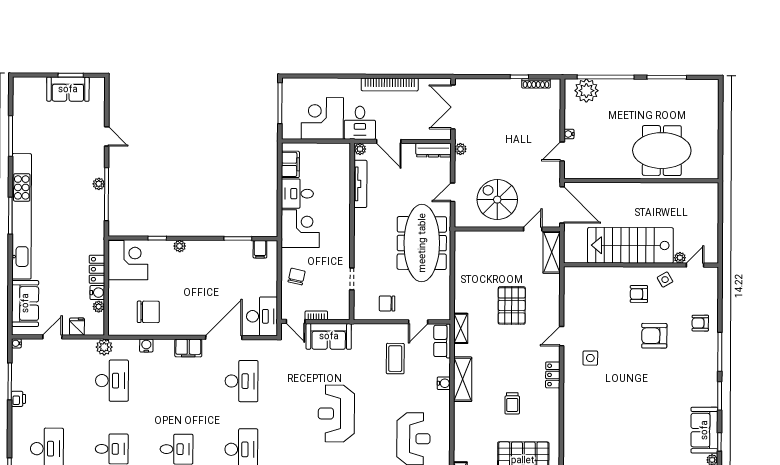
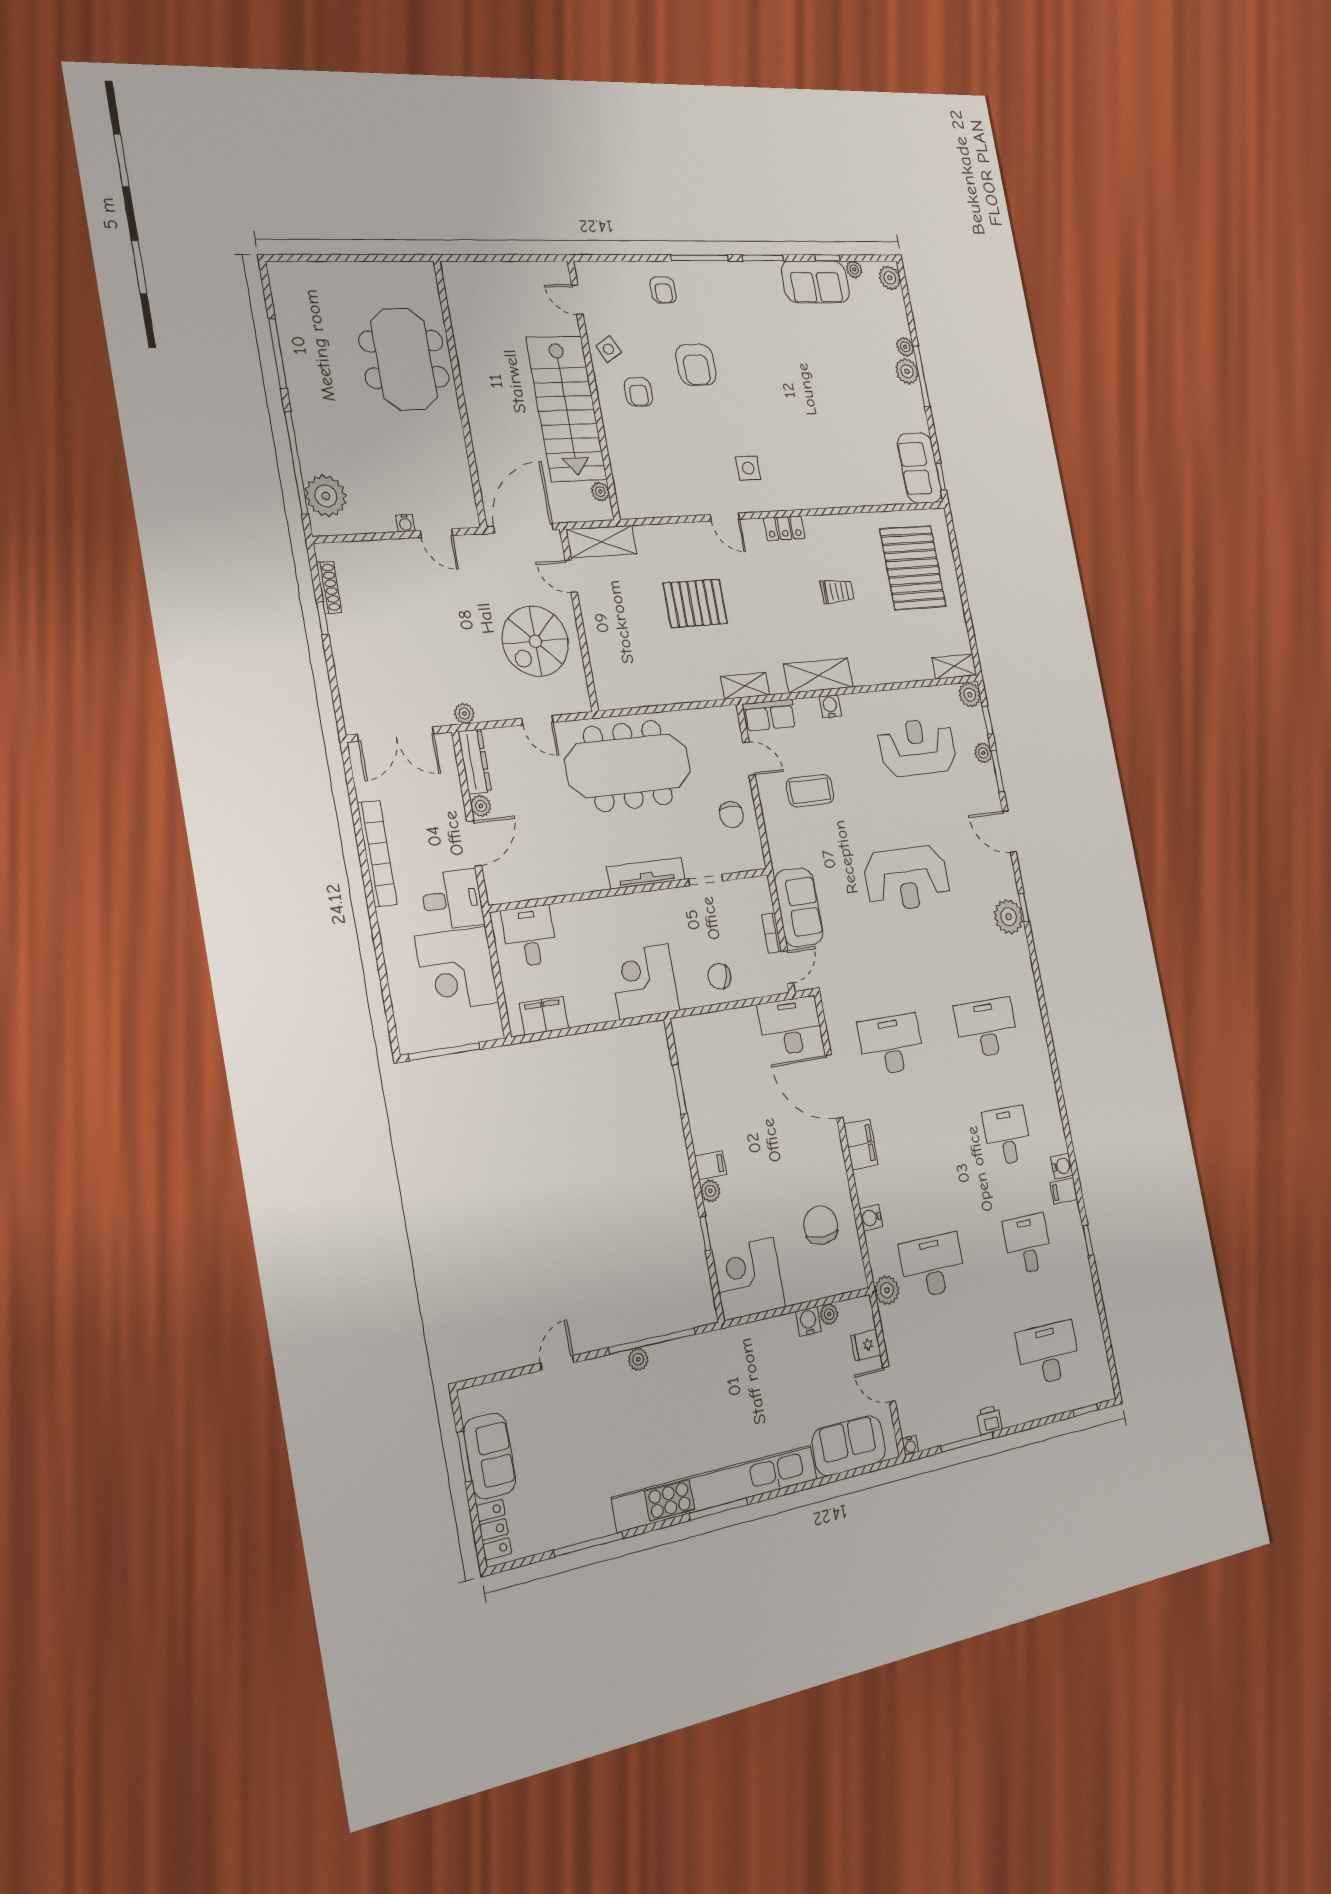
plant: (360, 149) -> (481, 806), moved
tv unit: (360, 184) -> (646, 873), moved
desk: (297, 194) -> (530, 936), moved, turned 180
filing cabinet: (260, 249) -> (710, 1165), moved
plant: (680, 258) -> (600, 492), moved
locker: (97, 269) -> (494, 1530), moved, turned -90

